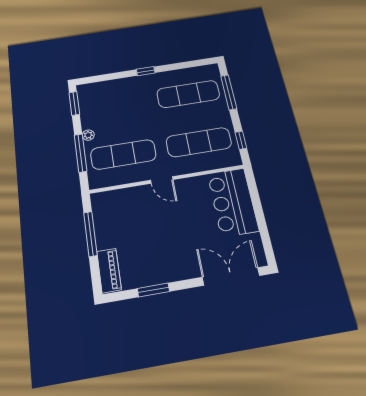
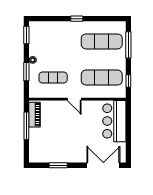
window: (80, 153) -> (26, 72), width x0.69
exercise mat: (123, 154) -> (53, 78), width x0.73, depth x0.69
piano: (109, 270) -> (34, 115), moved

